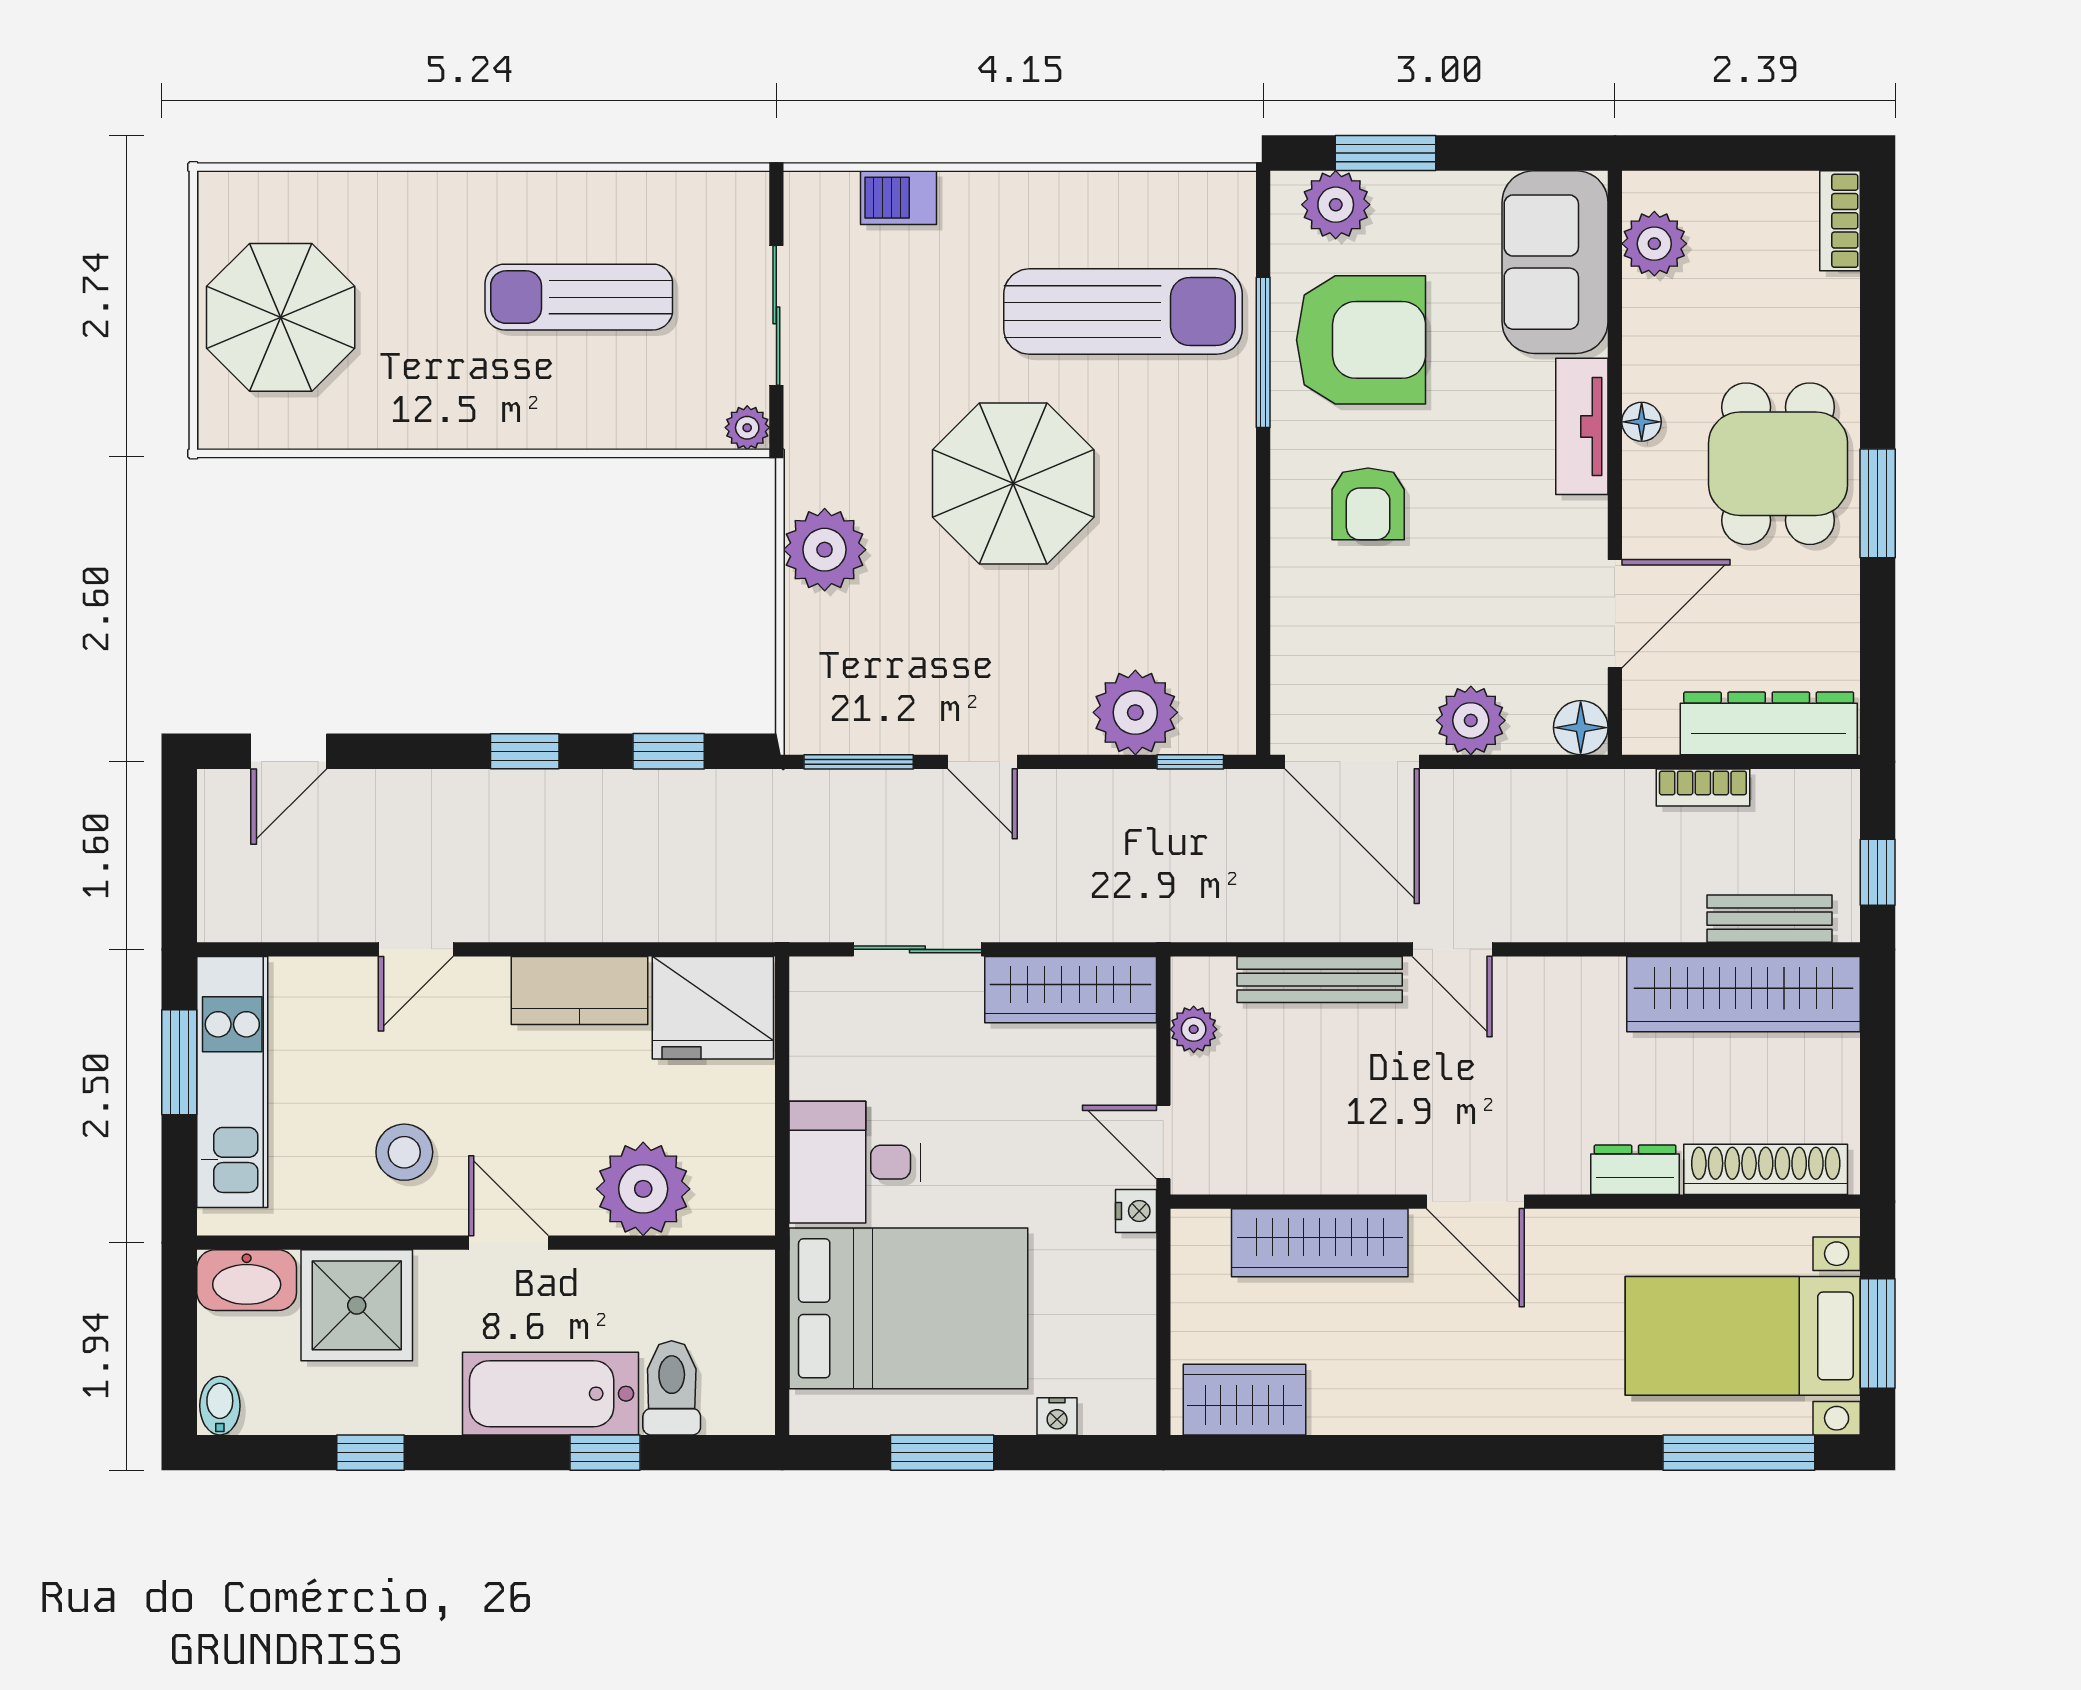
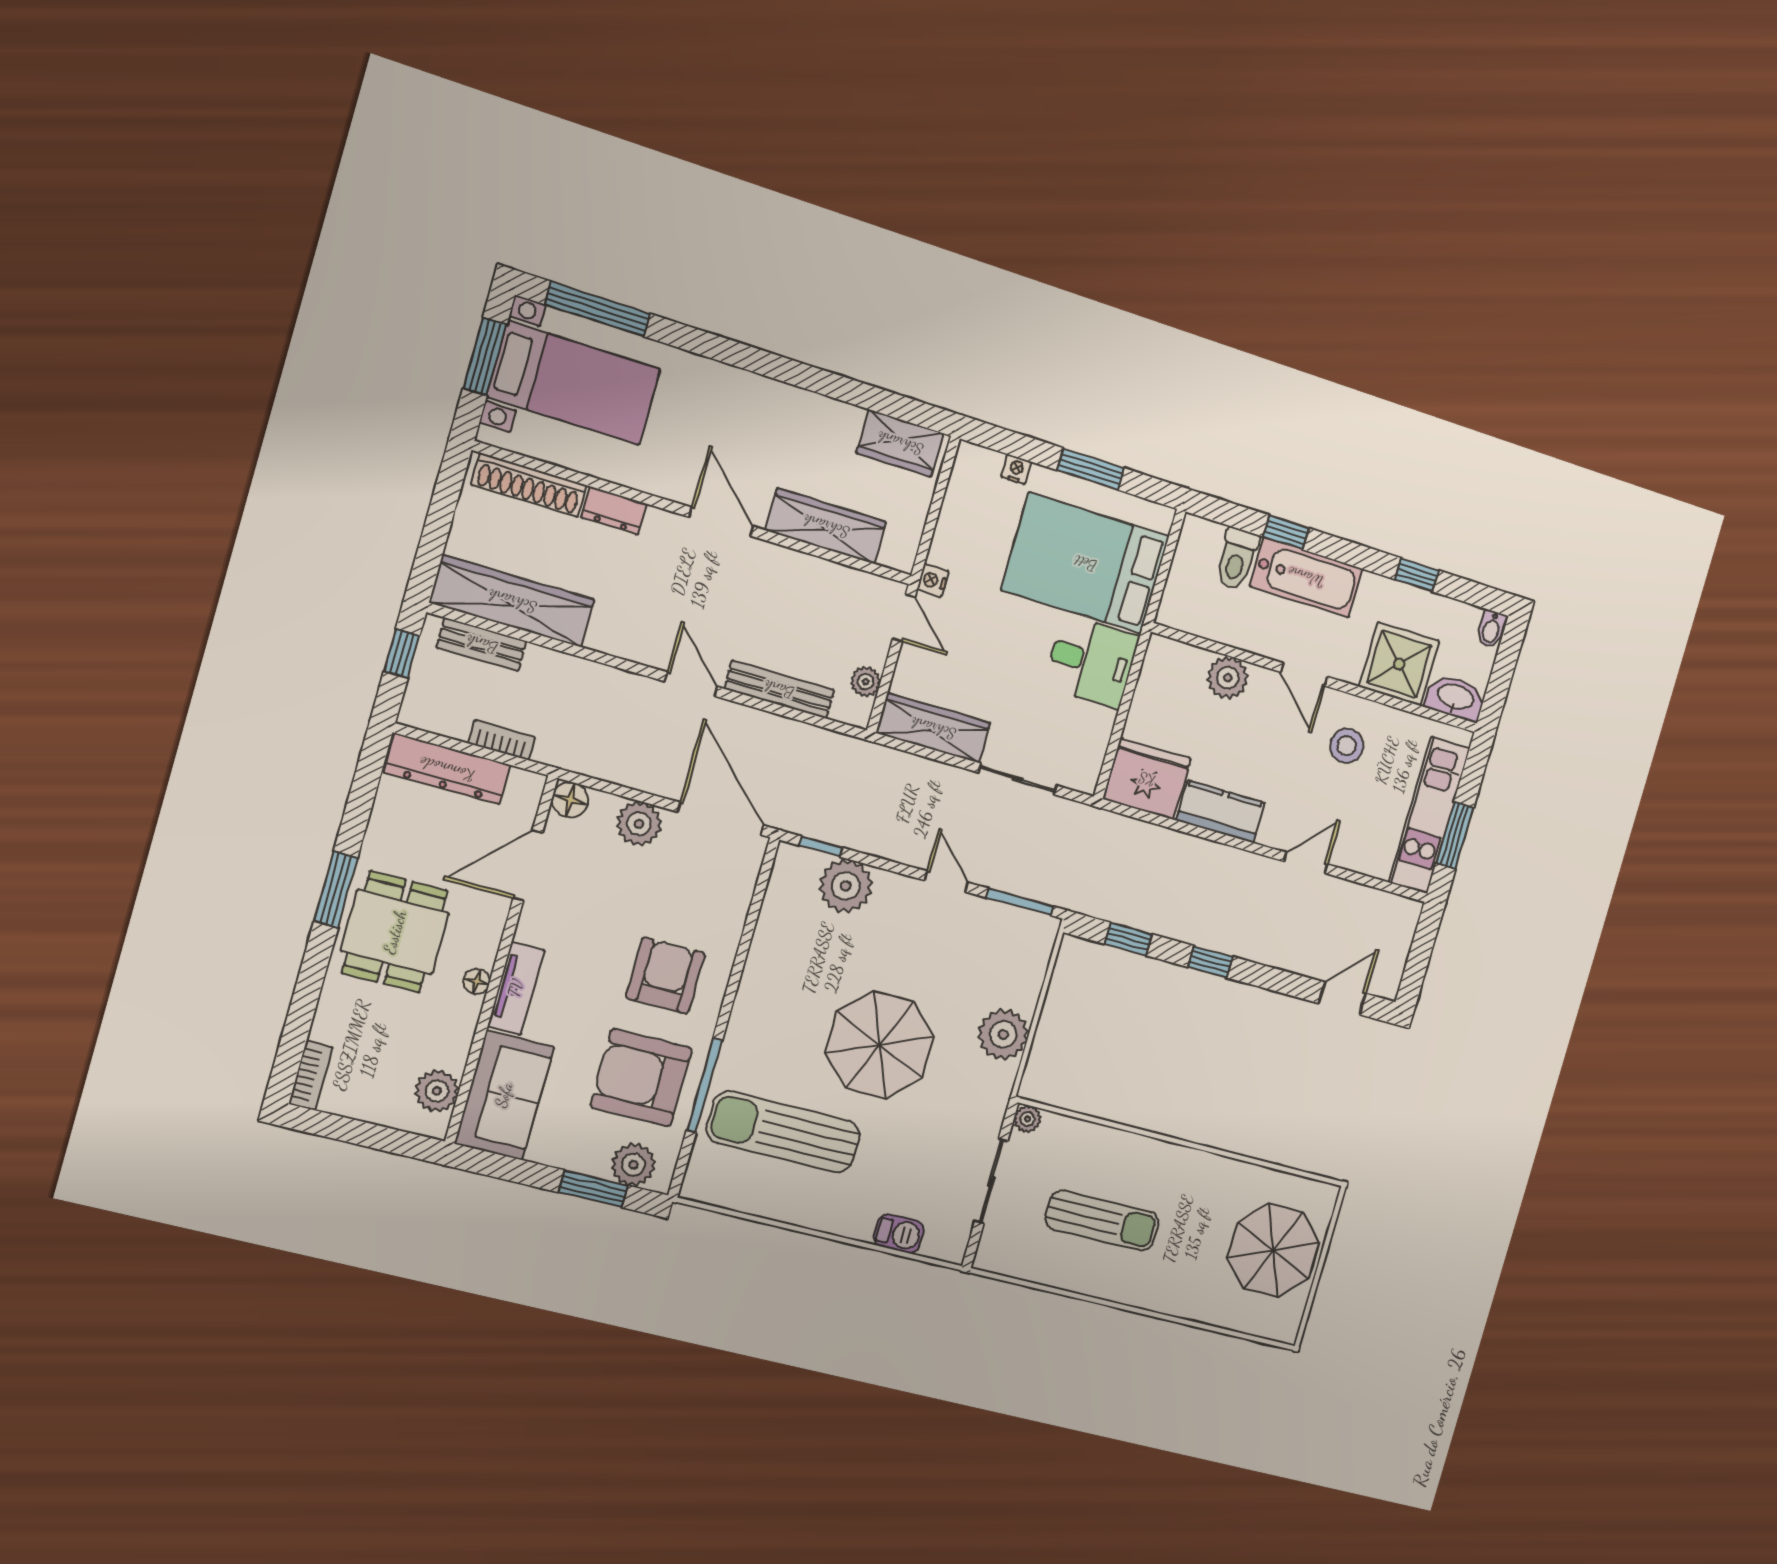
armchair: (1368, 504) -> (665, 975), width x1.38, depth x1.38
plant: (643, 1189) -> (1228, 678), width x0.73, depth x0.73

